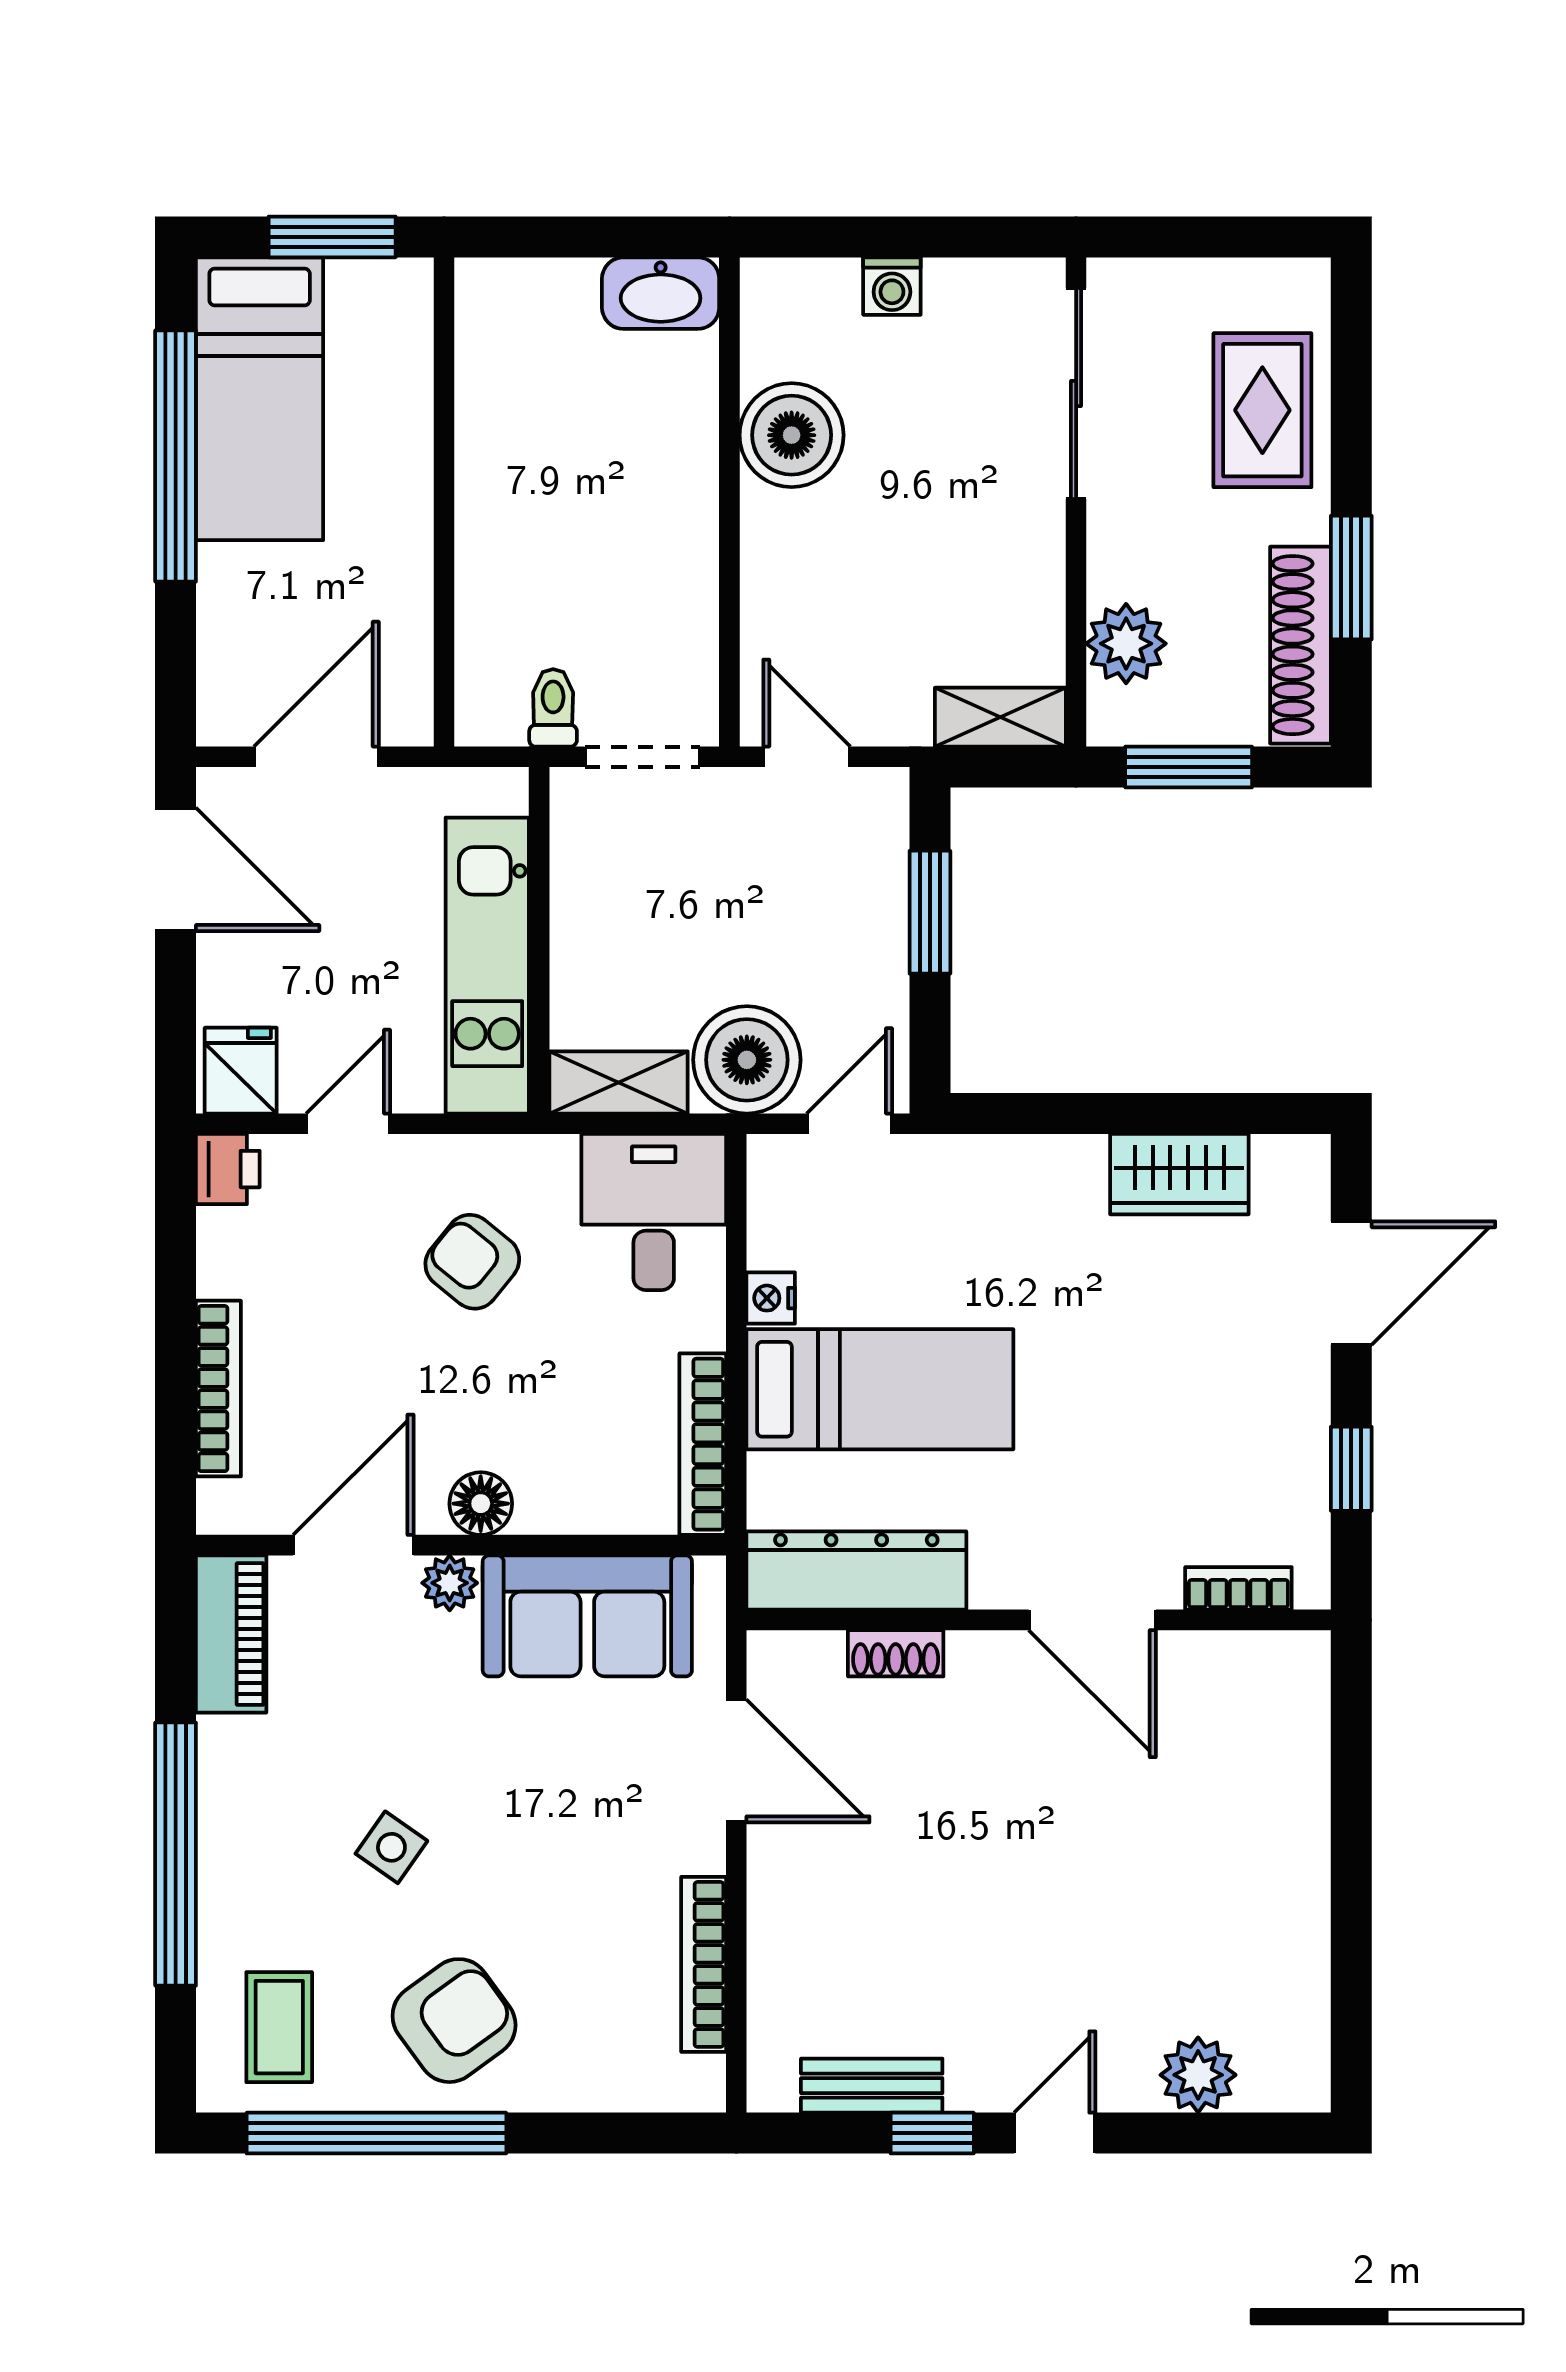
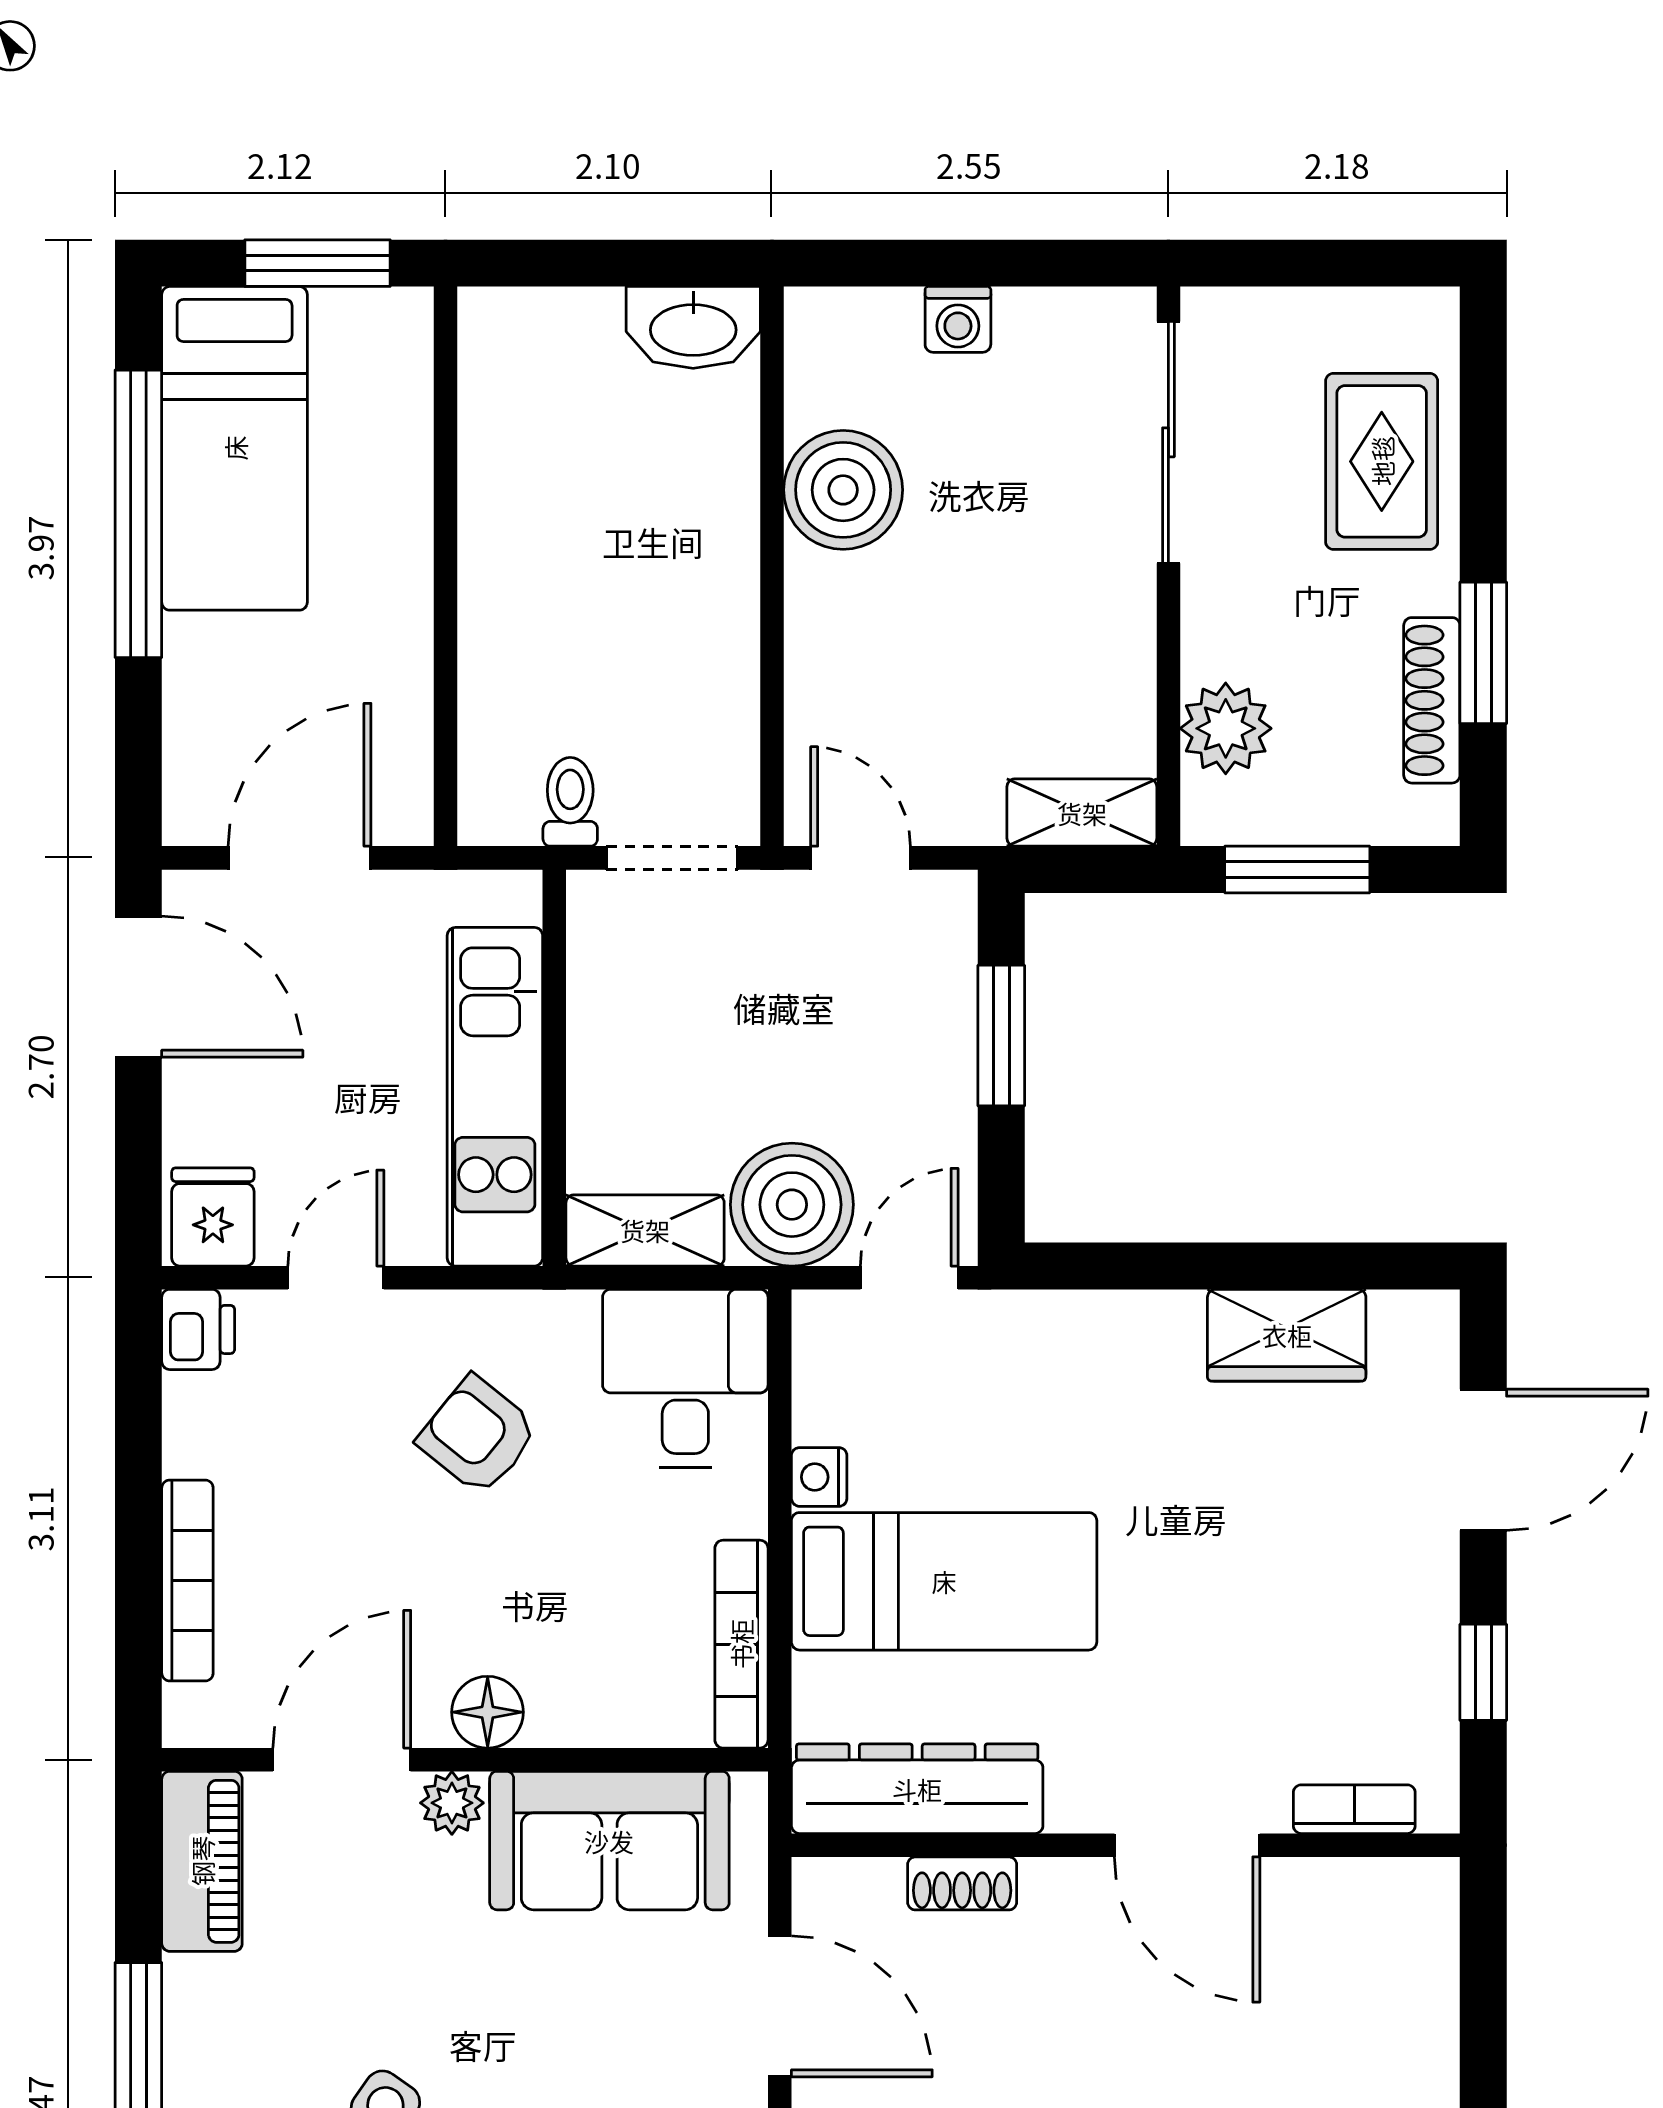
shoe rack: (1300, 645) -> (1432, 700), width x0.74, depth x0.81

